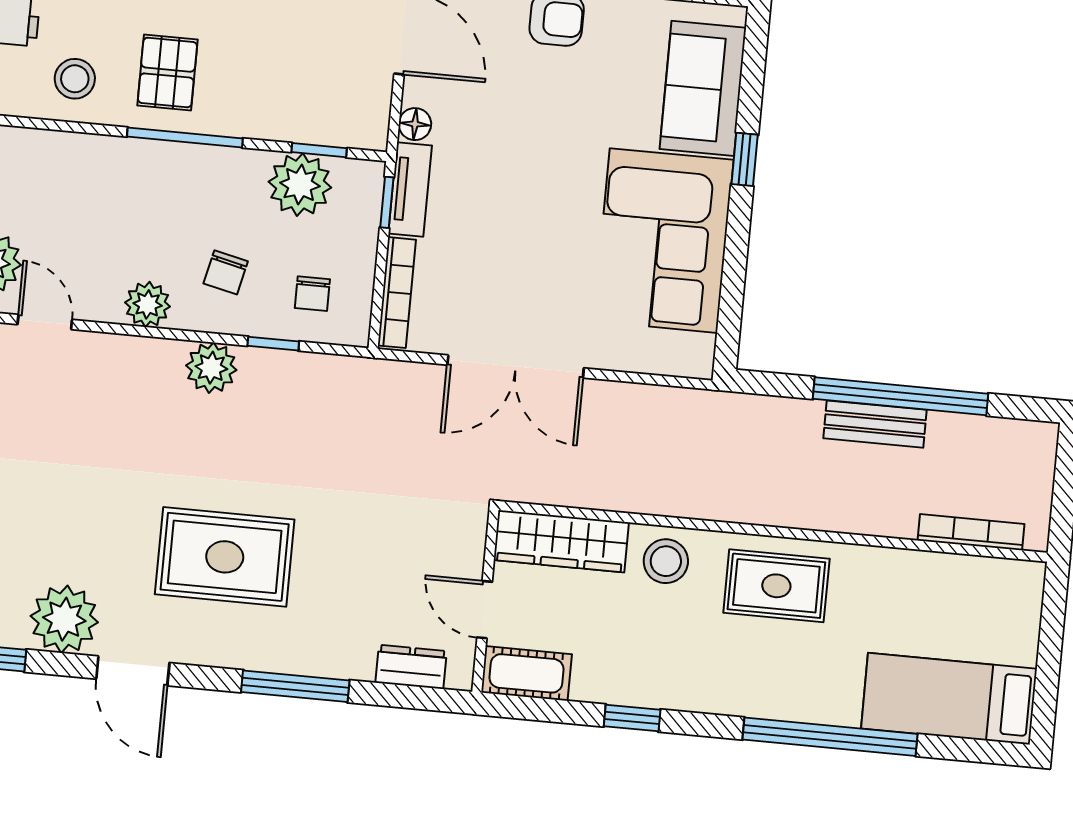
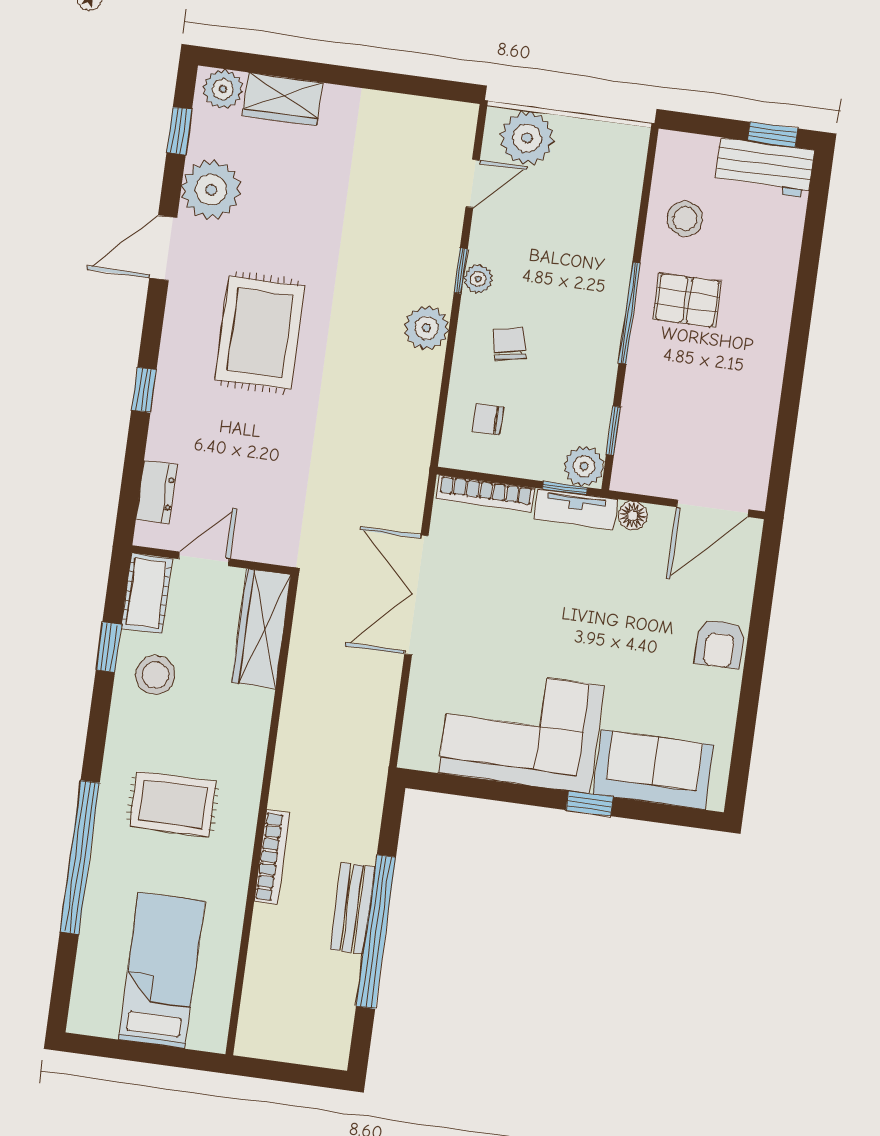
plant: (300, 185) -> (584, 466), moved, width x0.73, depth x0.73
chair: (226, 272) -> (510, 344), turned 65
plant: (148, 304) -> (478, 279), width x0.73, depth x0.73
window: (273, 344) -> (461, 271), moved
bookcase: (971, 532) -> (272, 857), moved
stool: (666, 561) -> (155, 675), moved
rug: (776, 586) -> (173, 804), moved, turned 90
window: (295, 686) -> (144, 390), width x0.46
bed: (949, 699) -> (162, 970), moved
window: (632, 718) -> (109, 647), moved

